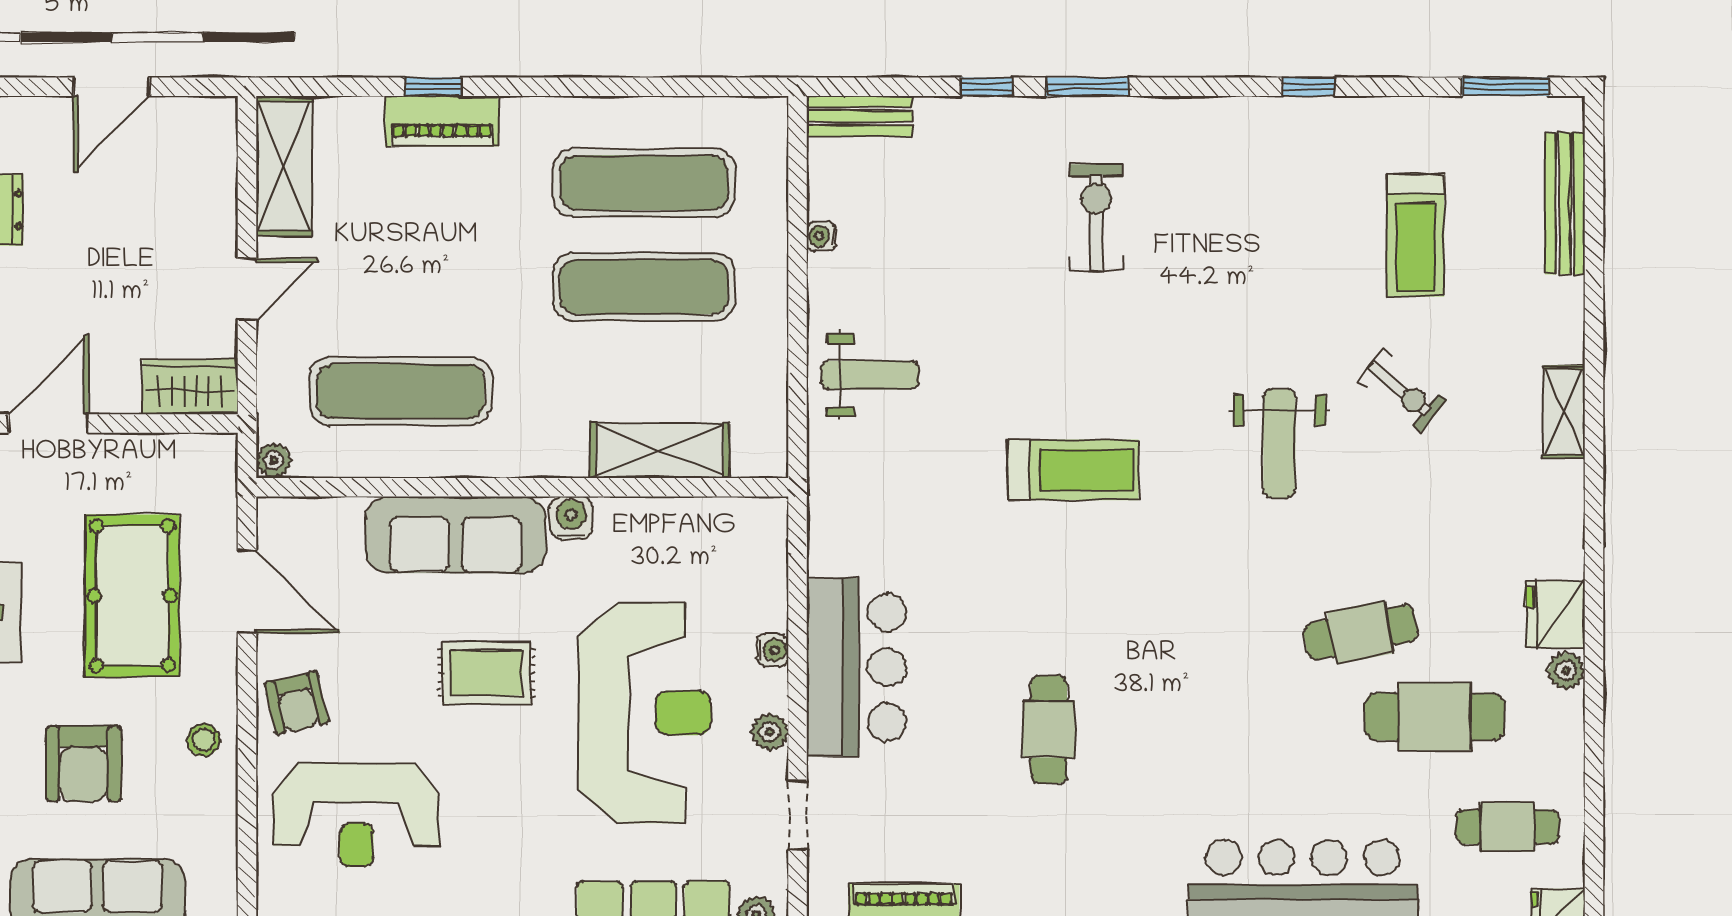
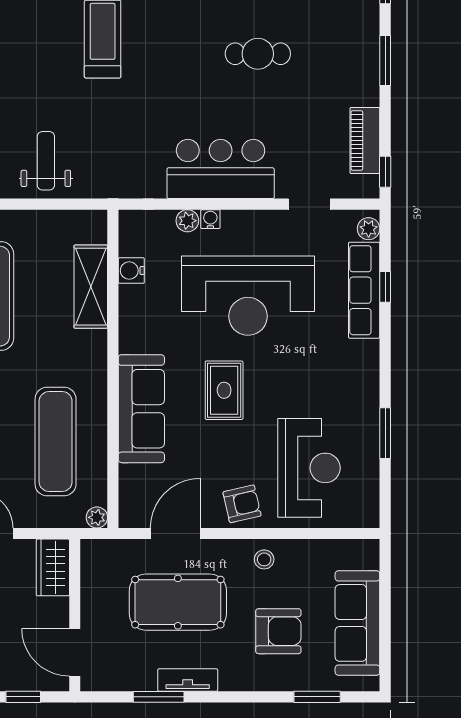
water cooler: (571, 518) -> (131, 271), moved
reception desk: (645, 713) -> (248, 296), turned 180
plant: (770, 732) -> (187, 221), moved

